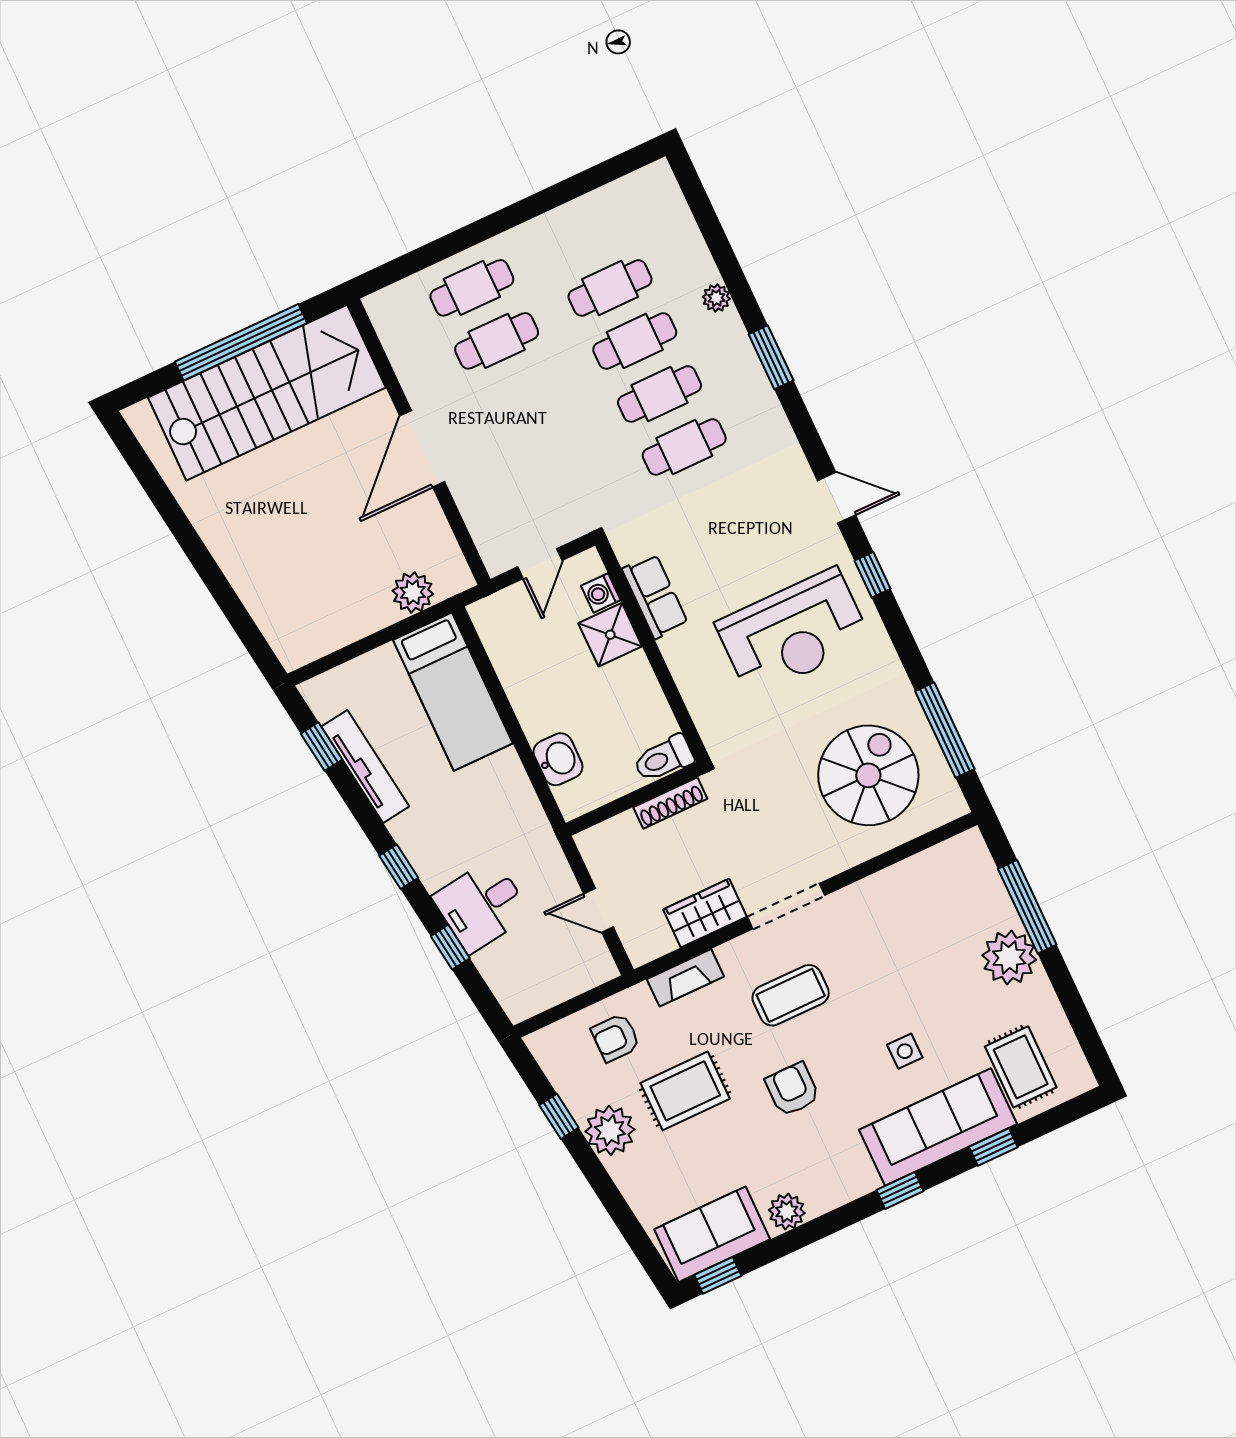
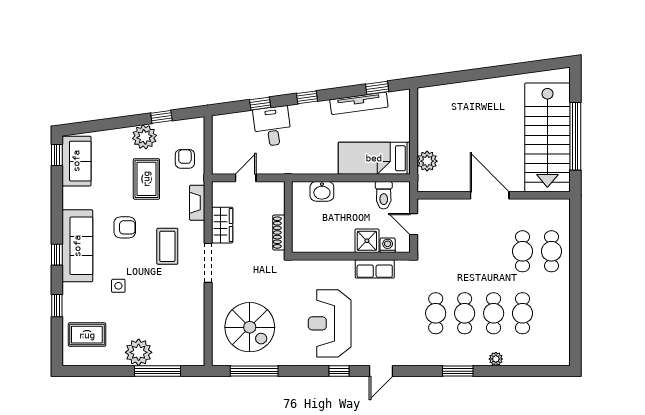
toilet: (664, 759) -> (384, 195), moved, turned 180
sofa: (938, 1127) -> (77, 246), moved
plant: (787, 1212) -> (71, 199), removed

